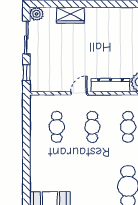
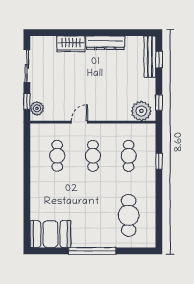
plant: (37, 14) -> (37, 108), moved
dresser: (110, 85) -> (105, 43), moved, turned 180

